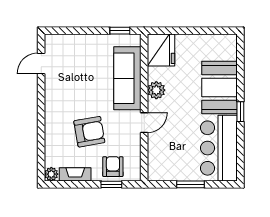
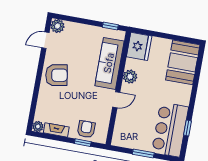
plant: (53, 43) -> (58, 26), added
booth: (220, 88) -> (183, 62), moved
window: (240, 112) -> (187, 128), moved
armchair: (89, 132) -> (56, 75), moved

